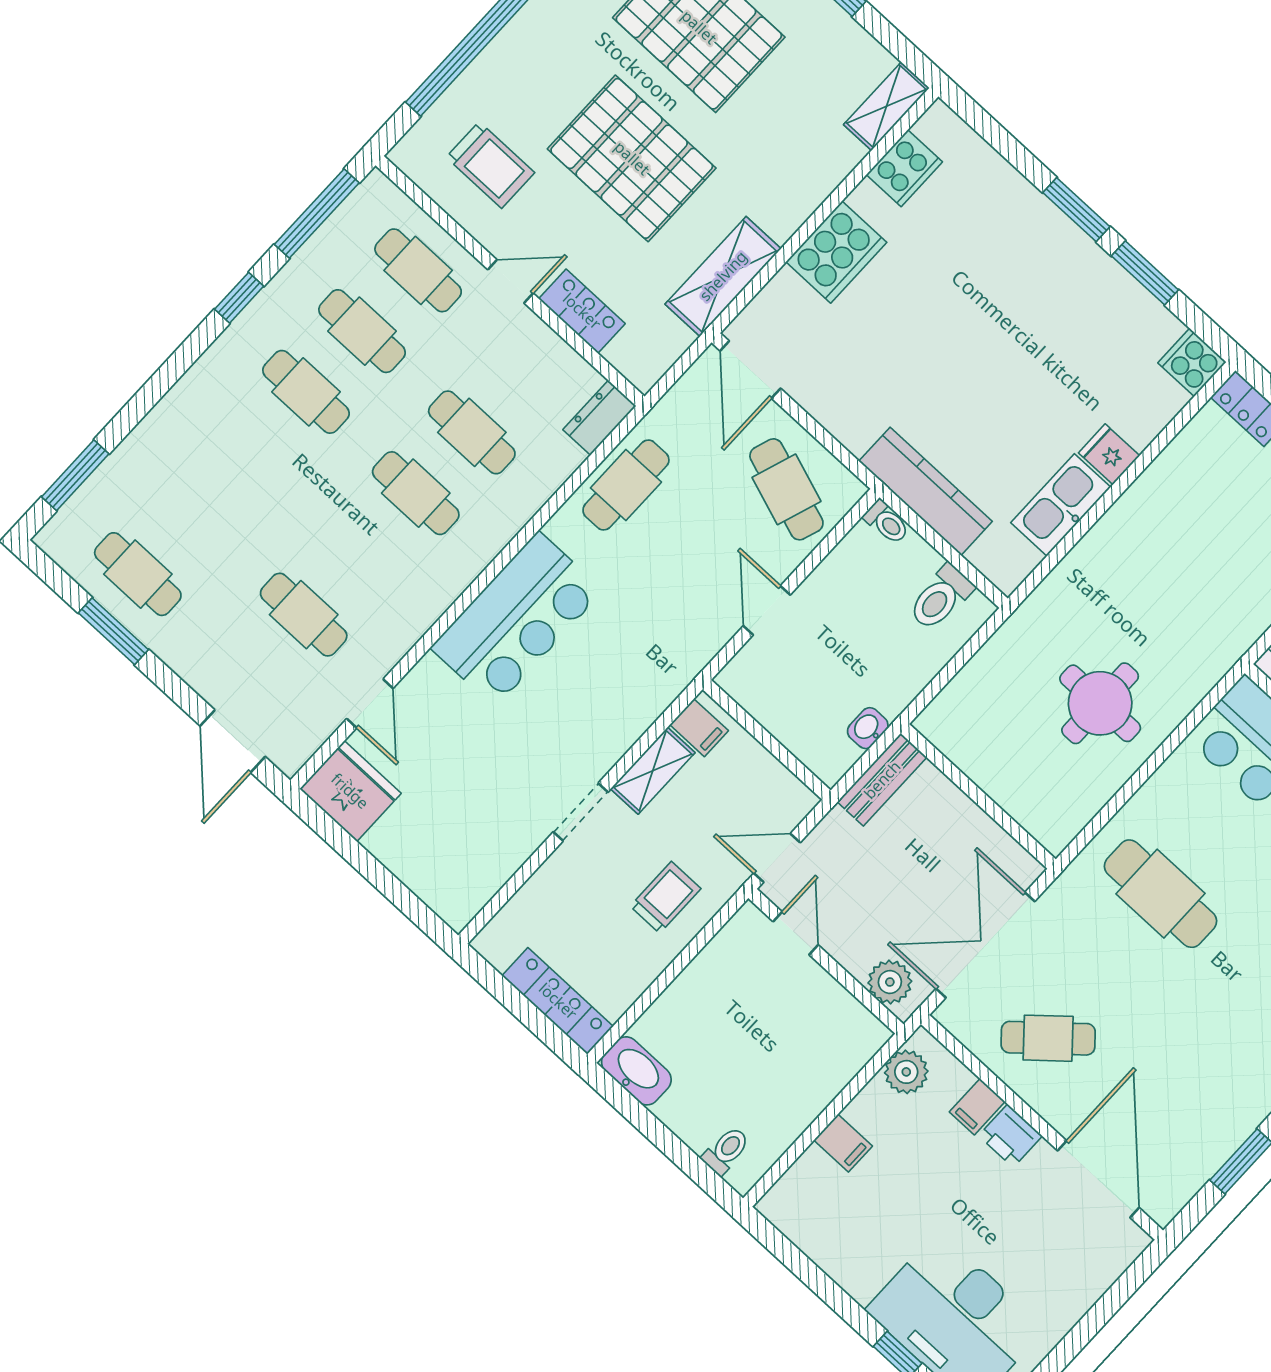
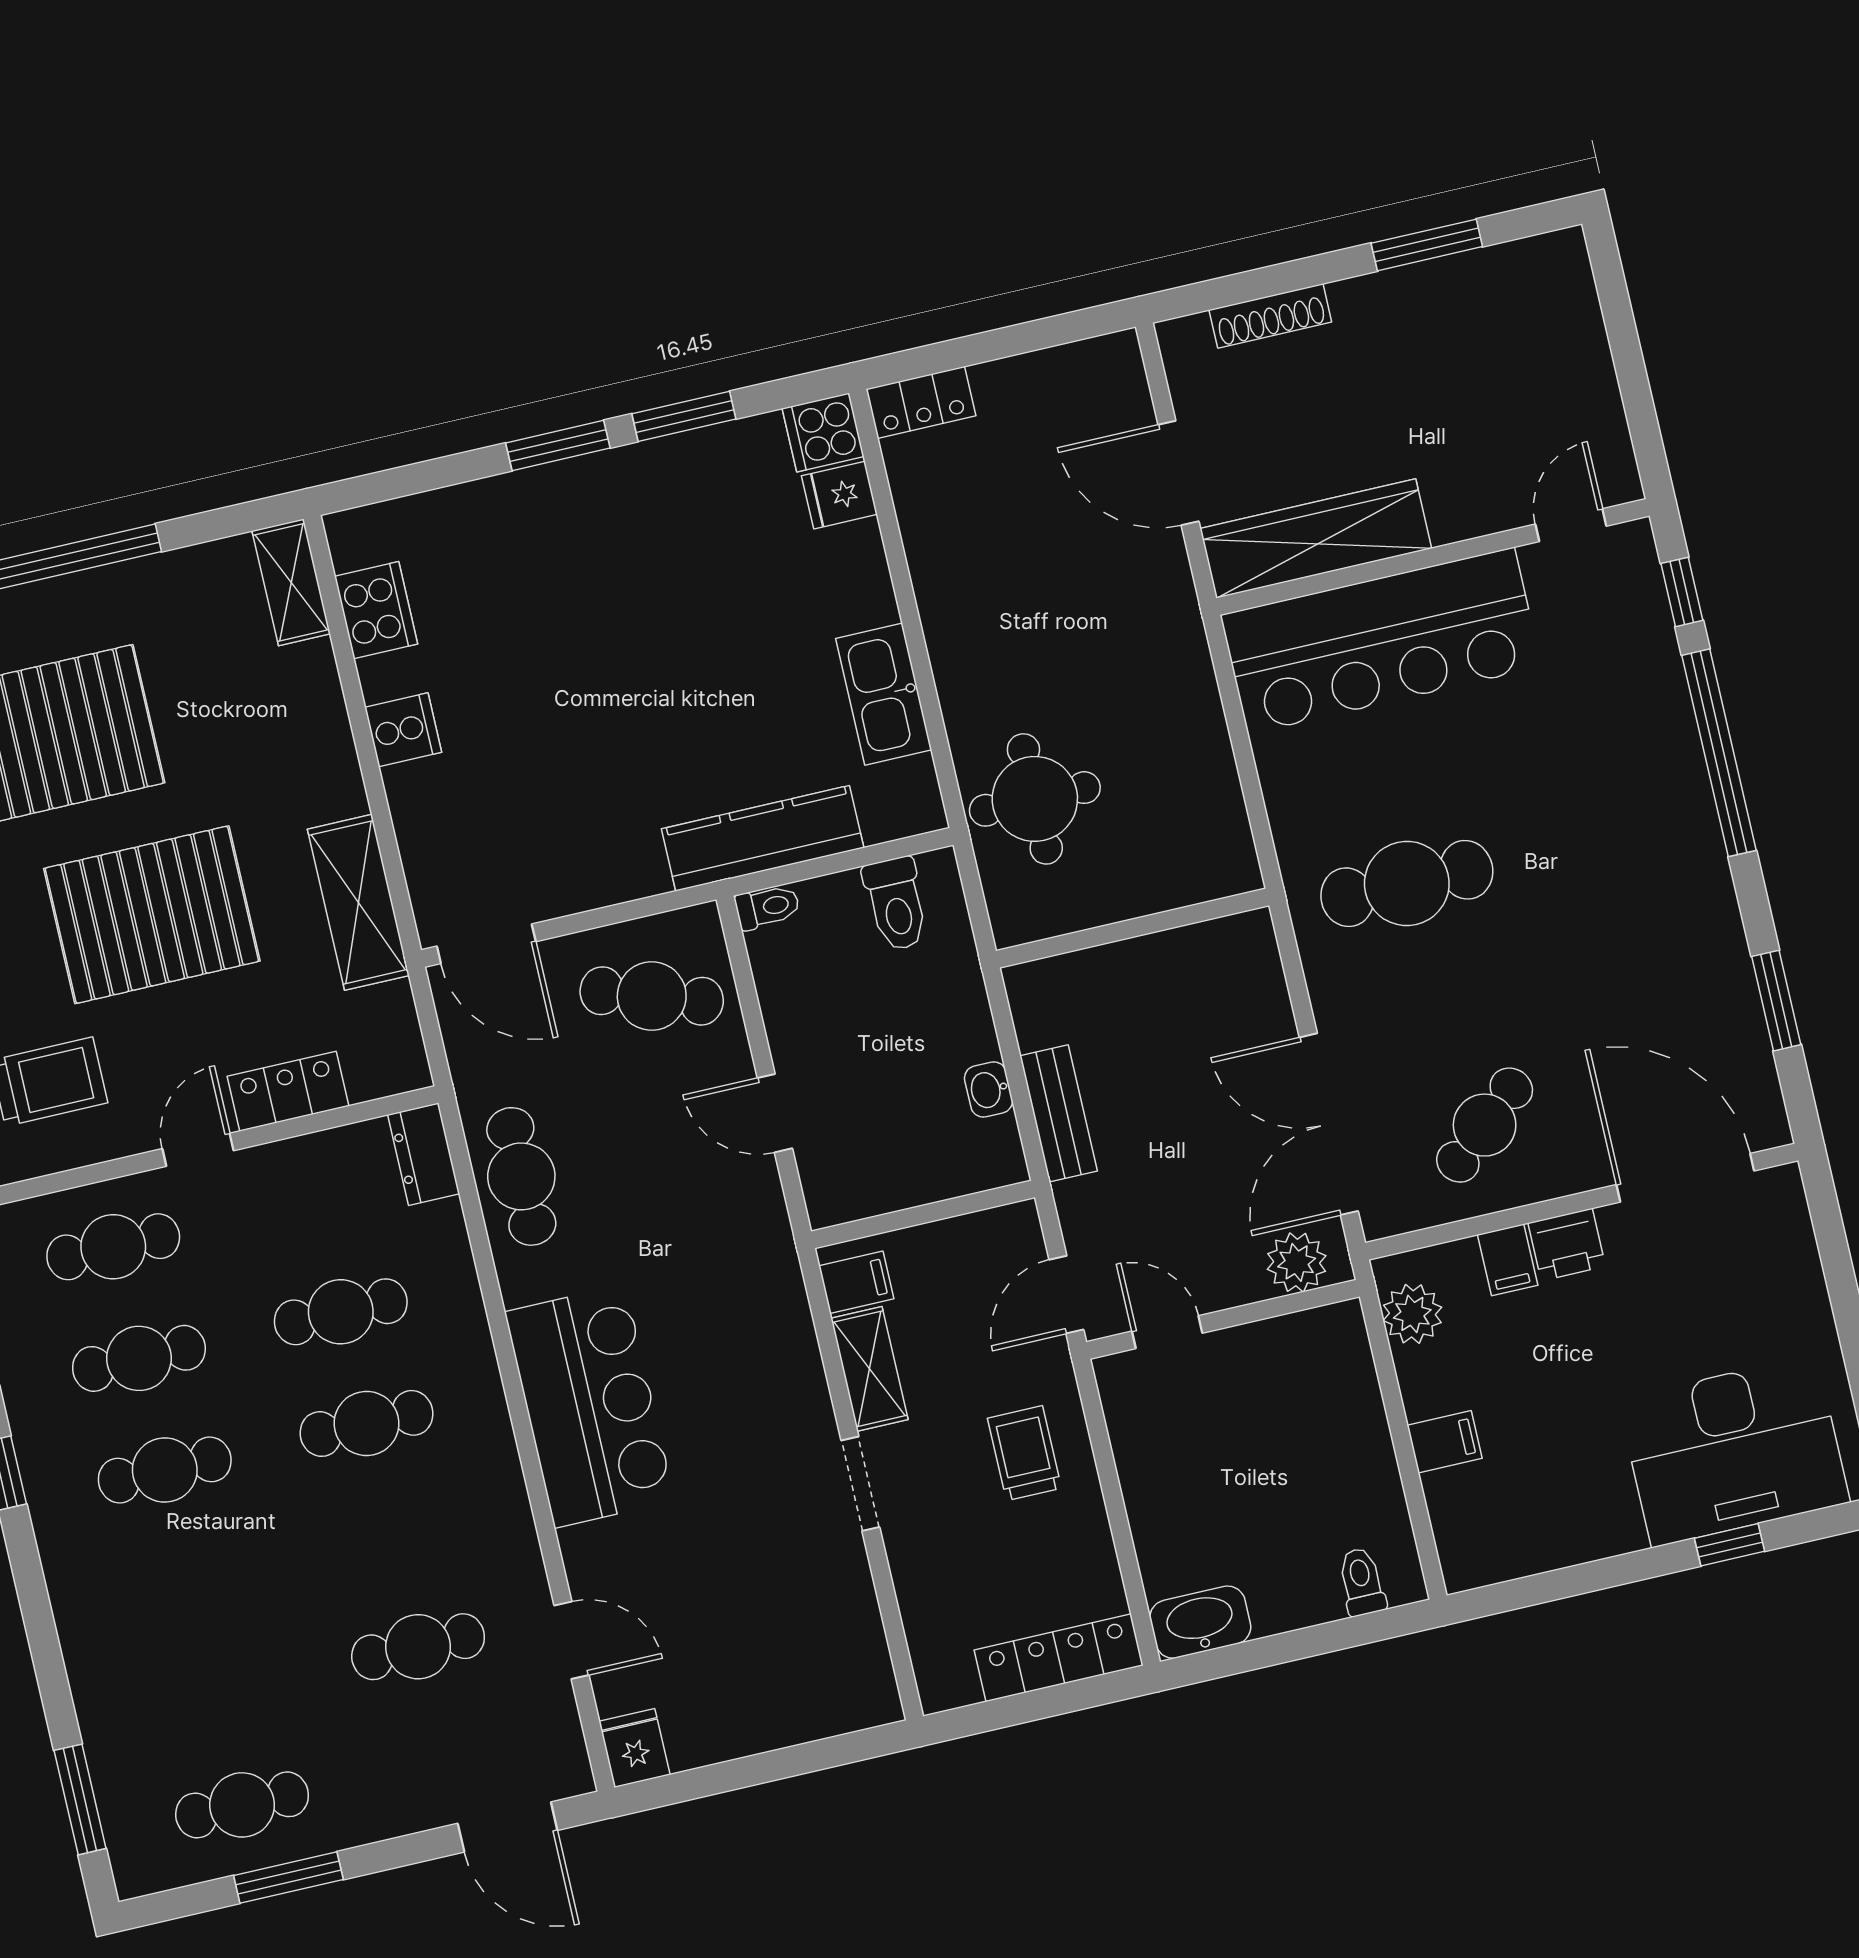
cooker: (836, 252) -> (403, 730), width x0.53, depth x0.76
fridge: (1109, 454) -> (839, 495), moved
round table: (1100, 703) -> (1035, 799), moved
fridge: (350, 791) -> (634, 1748), width x0.53, depth x0.75
wall: (978, 796) -> (1133, 928), moved

